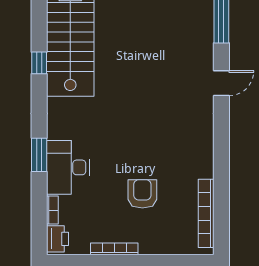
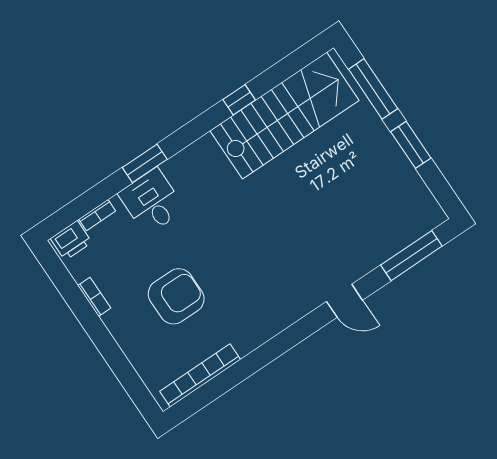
desk: (68, 167) -> (152, 202), width x0.73
armchair: (142, 194) -> (176, 296), width x1.36, depth x1.36
bookcase: (114, 249) -> (94, 297), width x0.64

